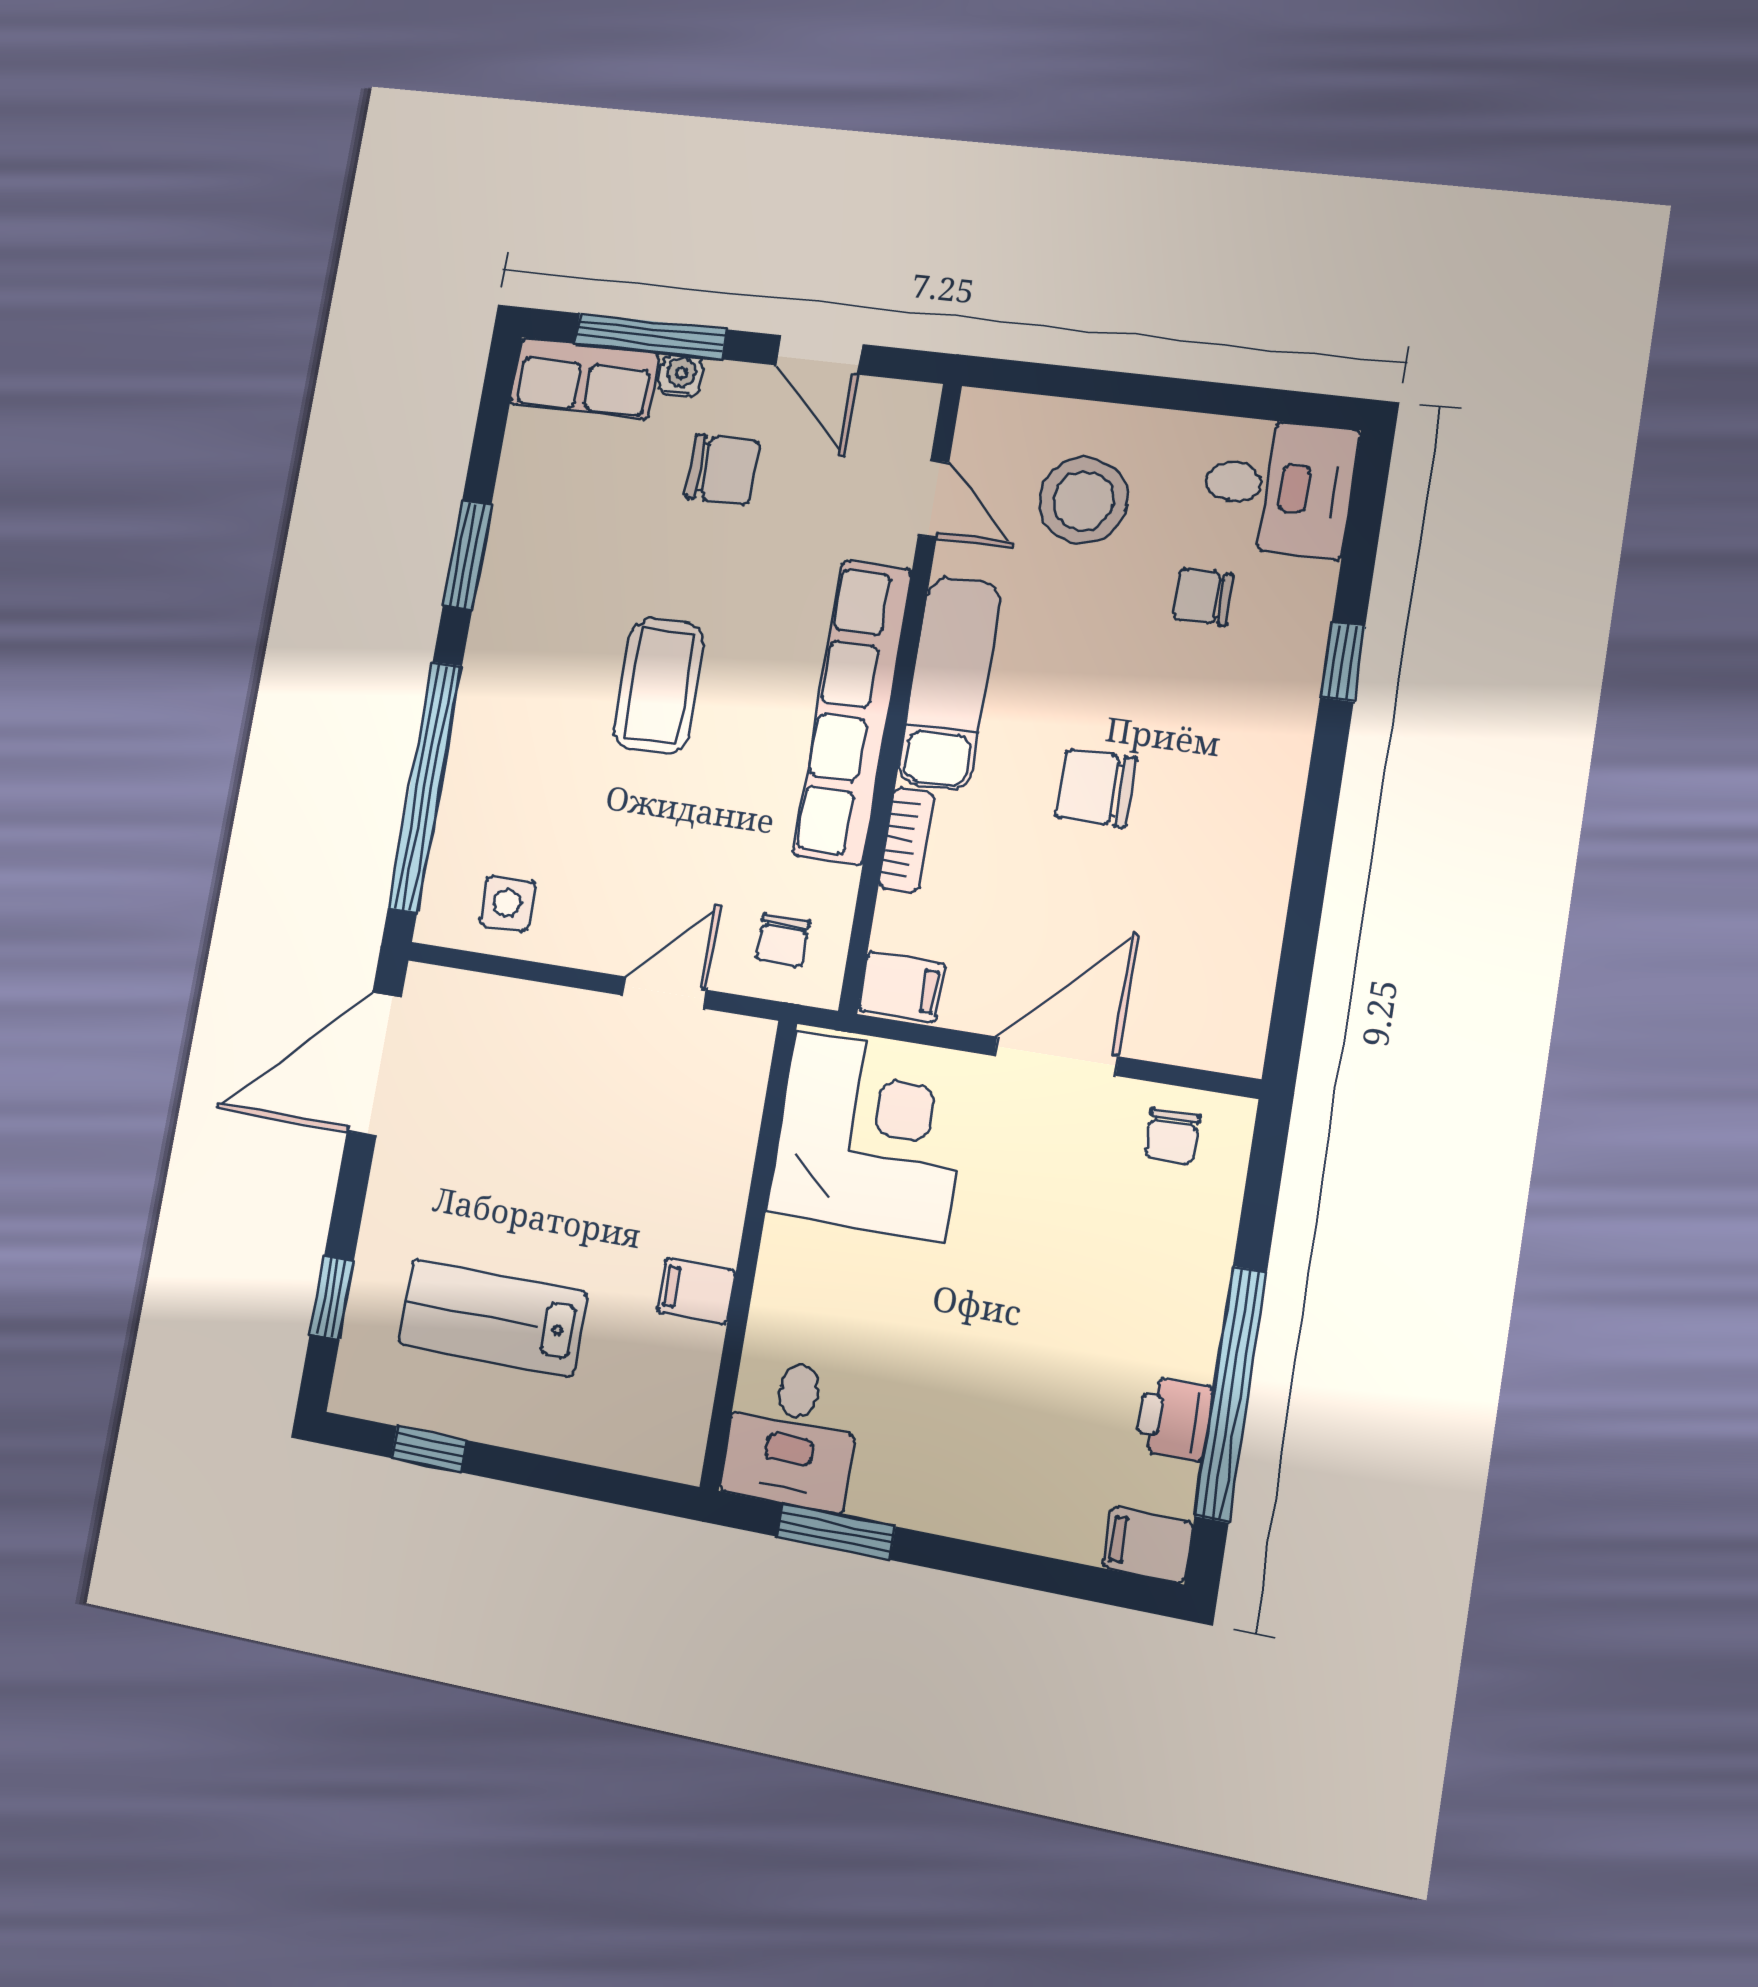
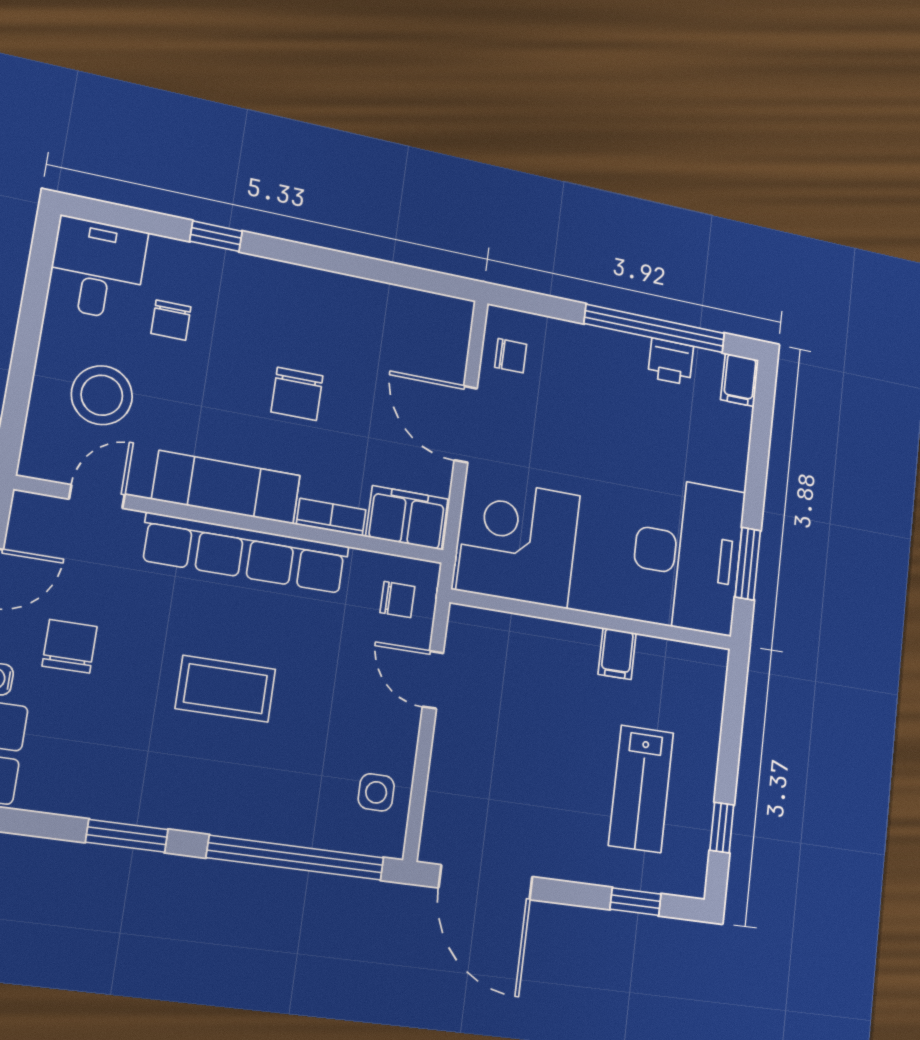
filing cabinet: (902, 987) -> (407, 518), width x2.00
desk: (792, 1434) -> (687, 555), width x1.87, depth x1.30

